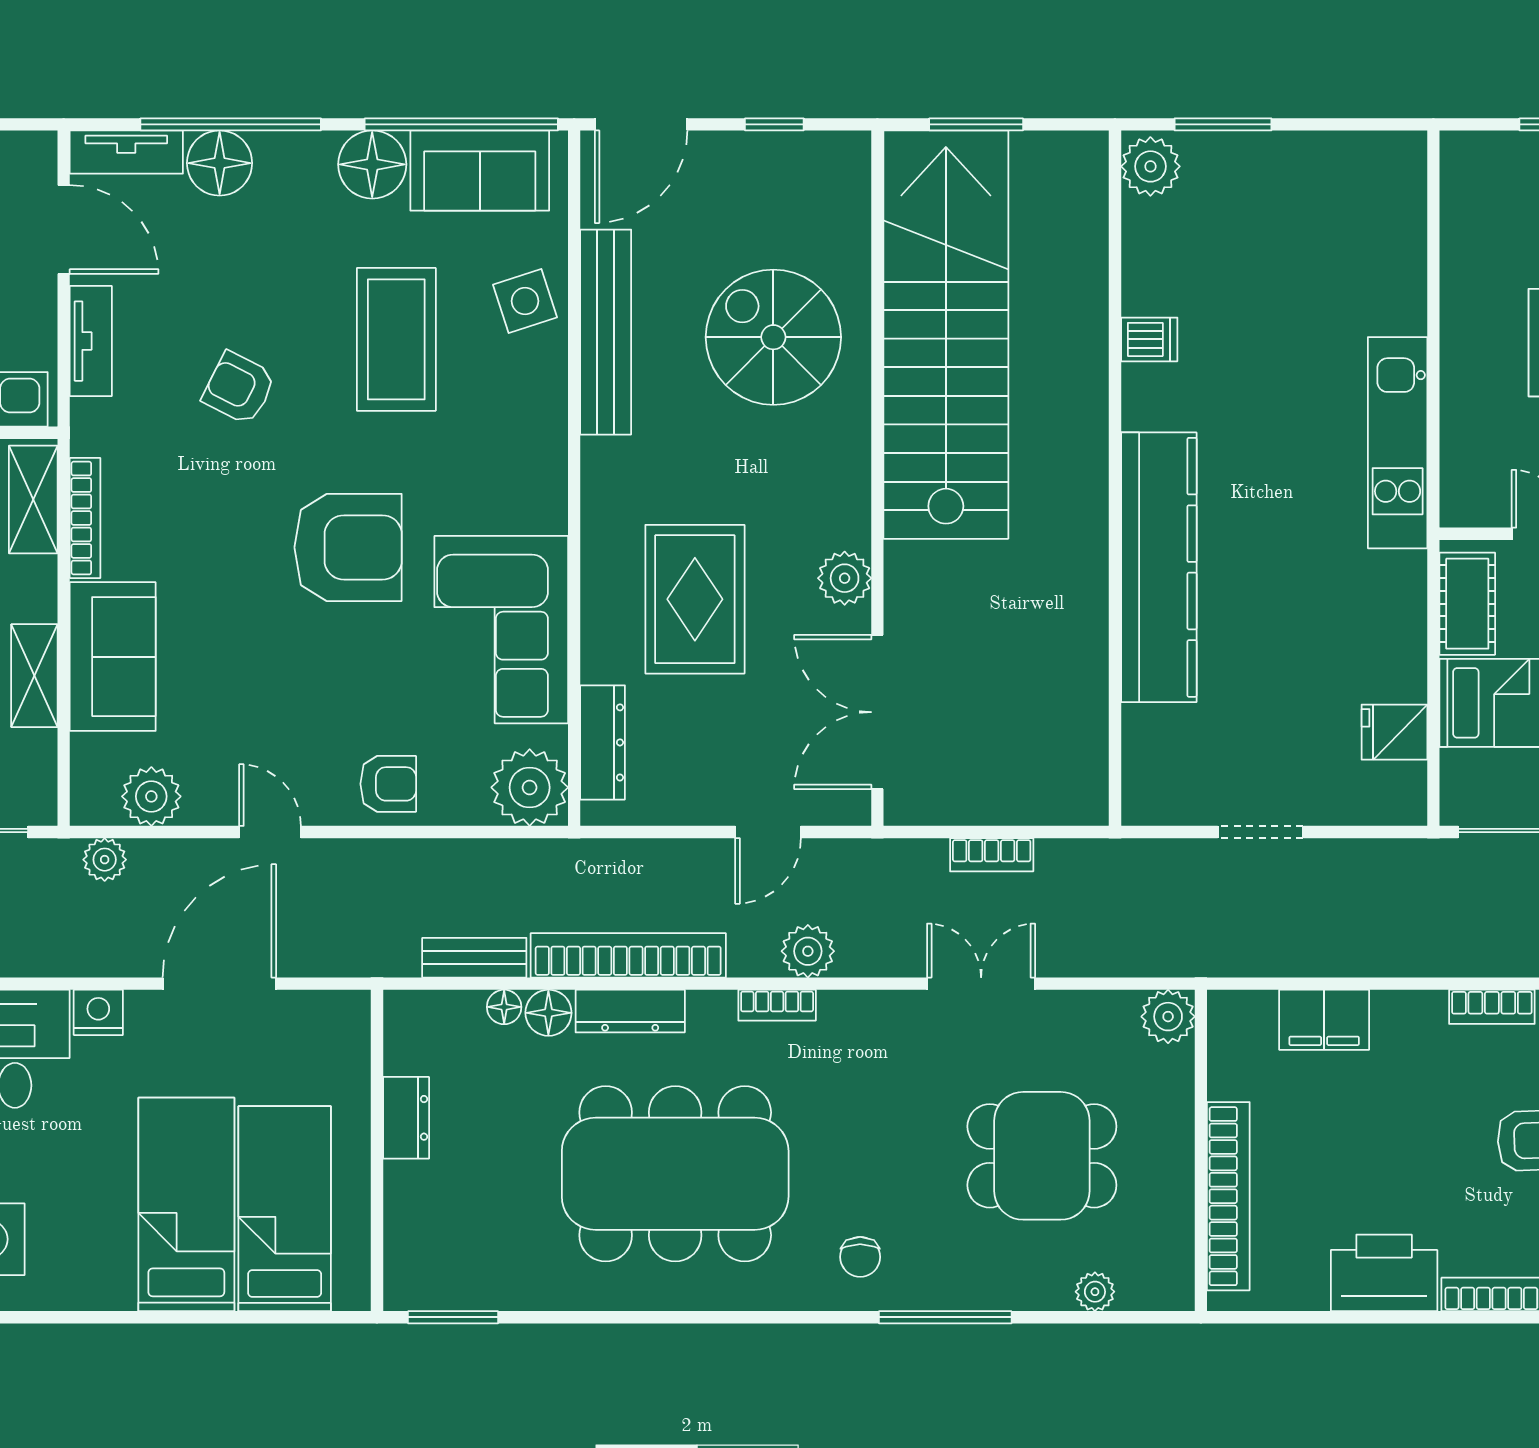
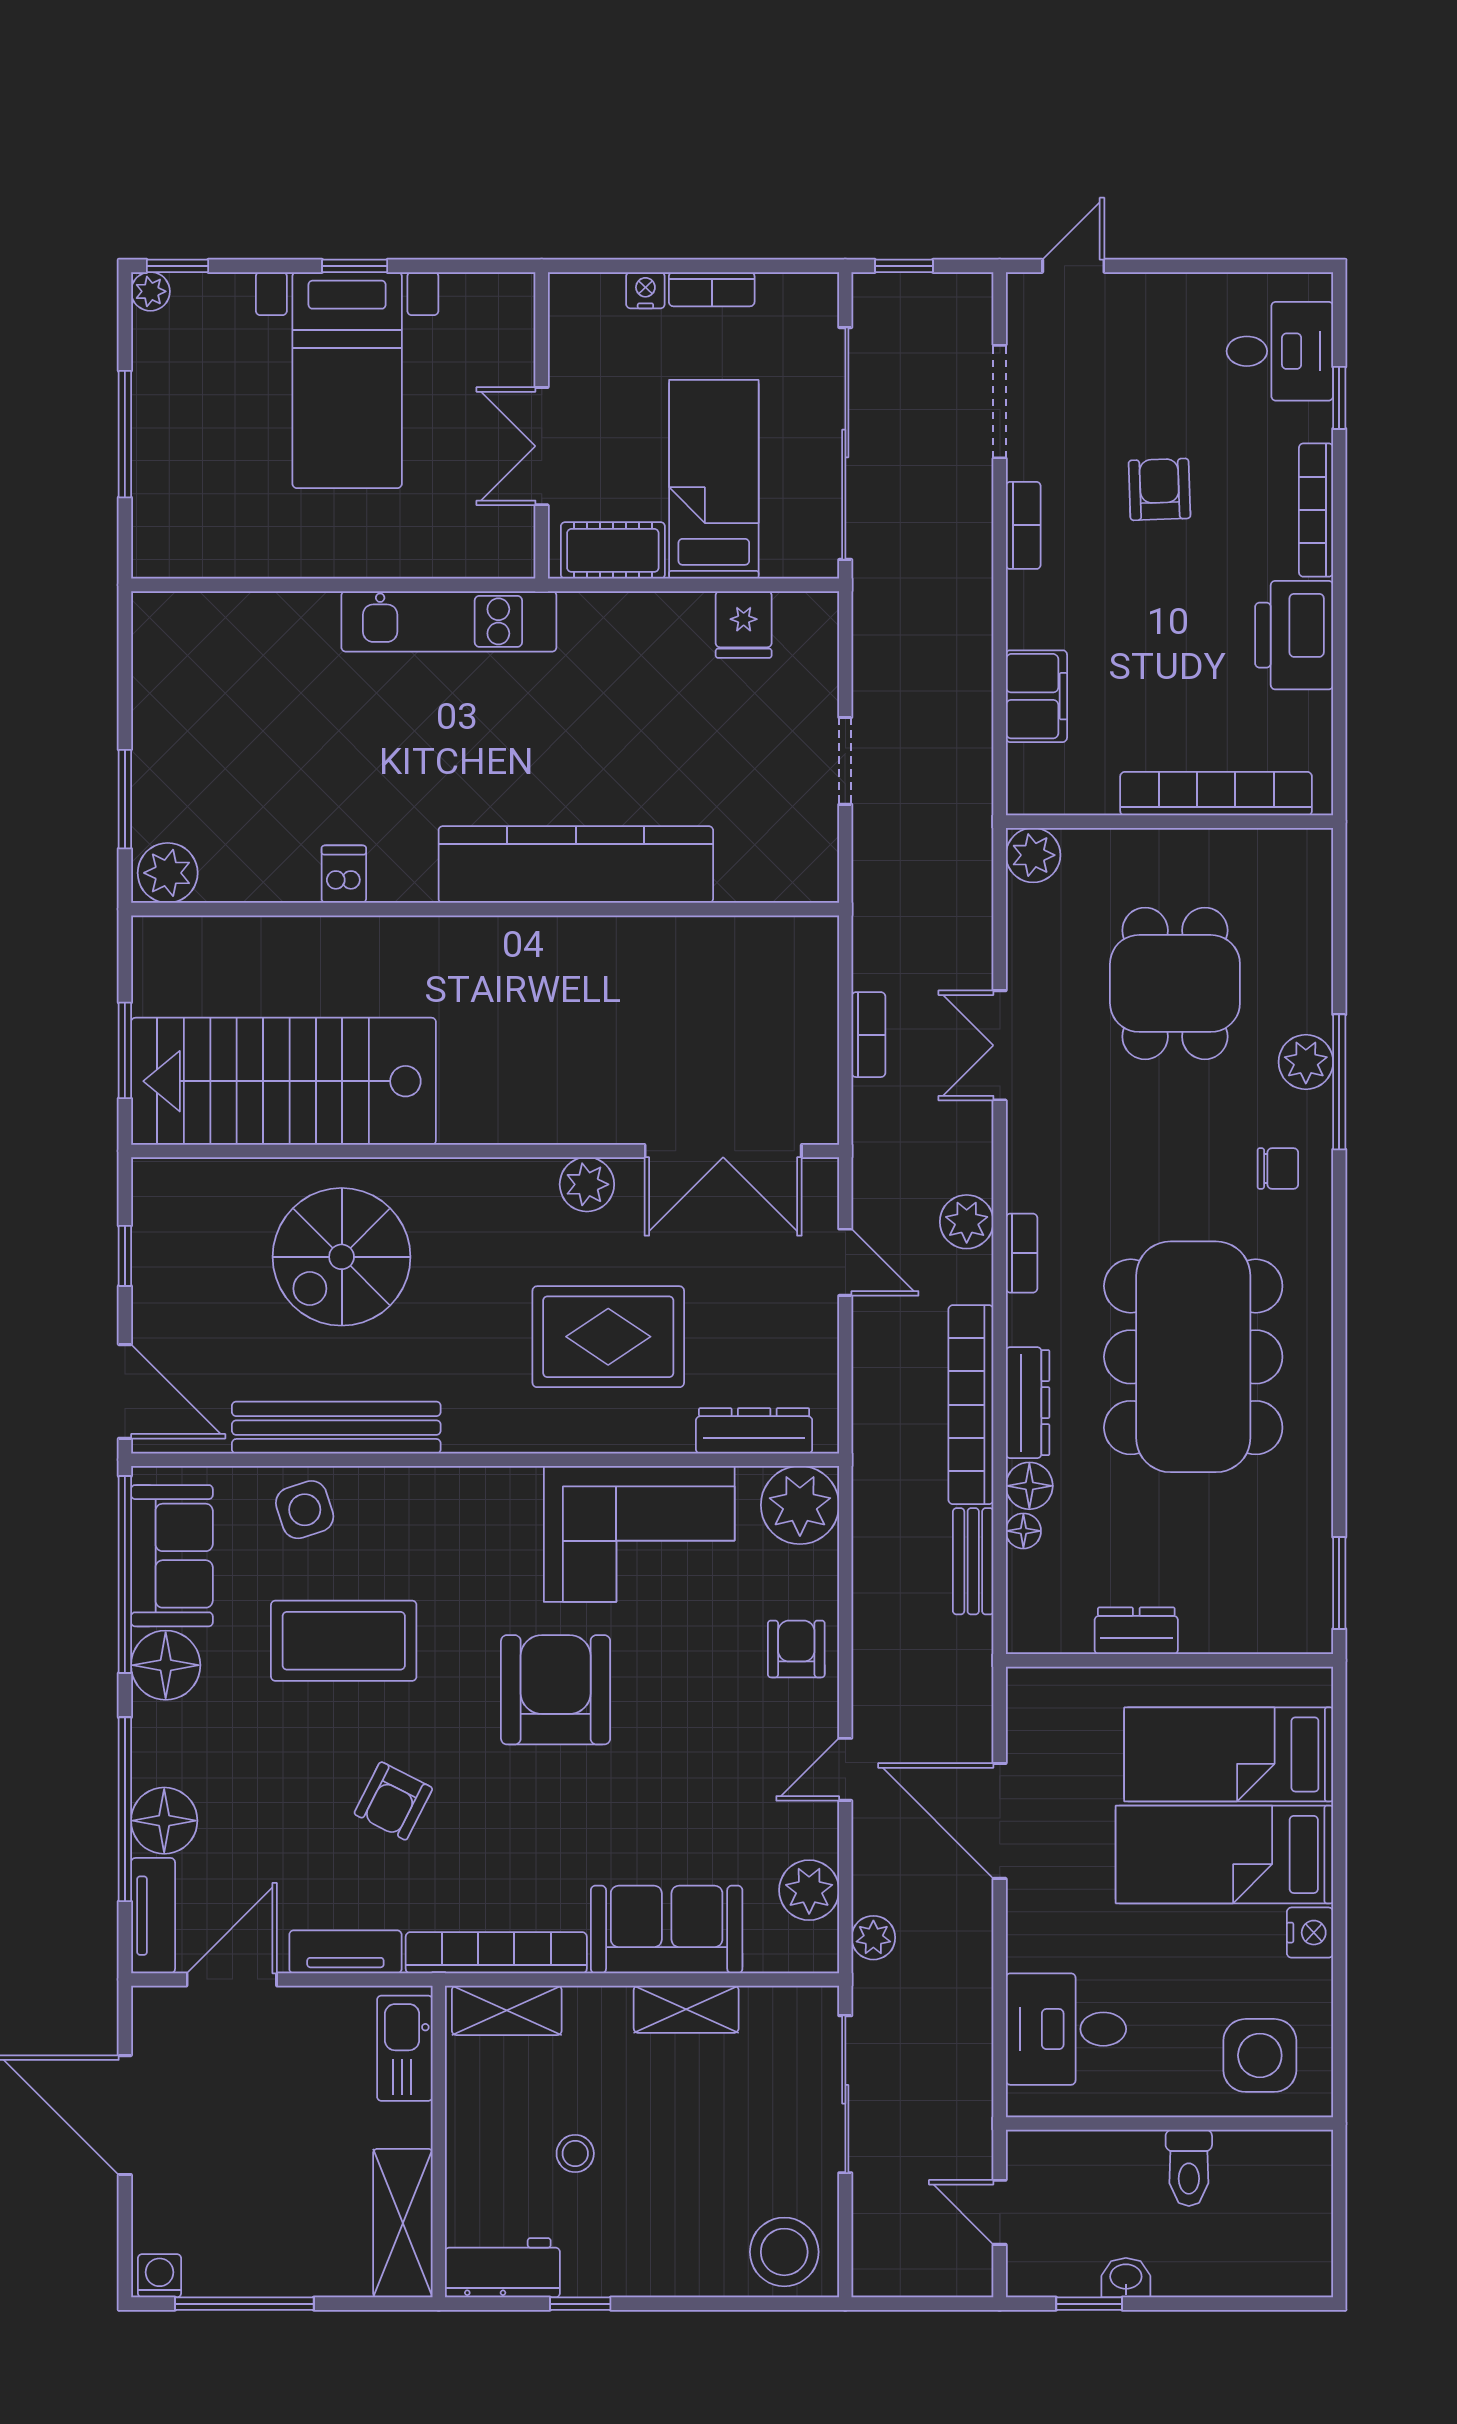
stairs: (946, 335) -> (283, 1081), width x0.73
bookcase: (85, 518) -> (496, 1953), width x1.48, depth x1.31
nightstand: (98, 1012) -> (1310, 1933), moved, turned 180
plant: (1095, 1292) -> (1306, 1062), moved, width x1.38, depth x1.38

